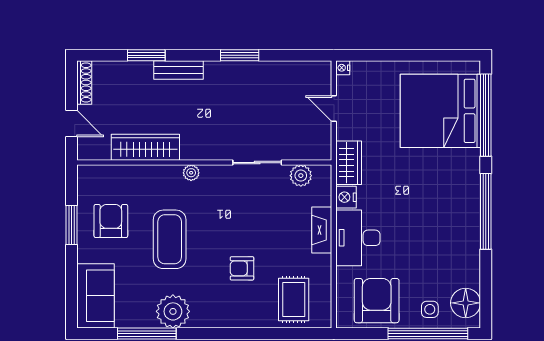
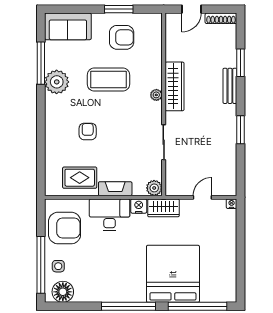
bed: (440, 111) -> (173, 274), moved
wardrobe: (145, 147) -> (175, 86), moved
plant: (301, 176) -> (154, 188), moved
rug: (294, 299) -> (80, 178), moved

